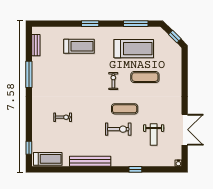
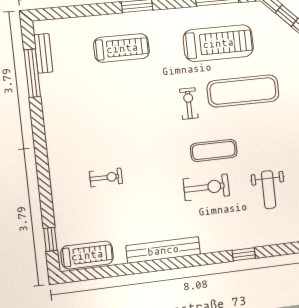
window: (29, 74) -> (32, 73), moved
exercise mat: (145, 77) -> (243, 91), width x1.36, depth x1.45

